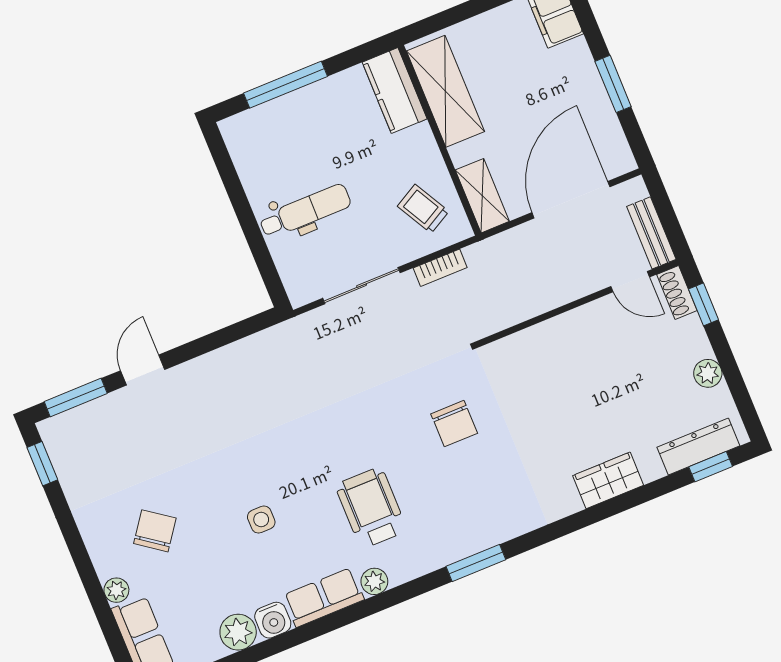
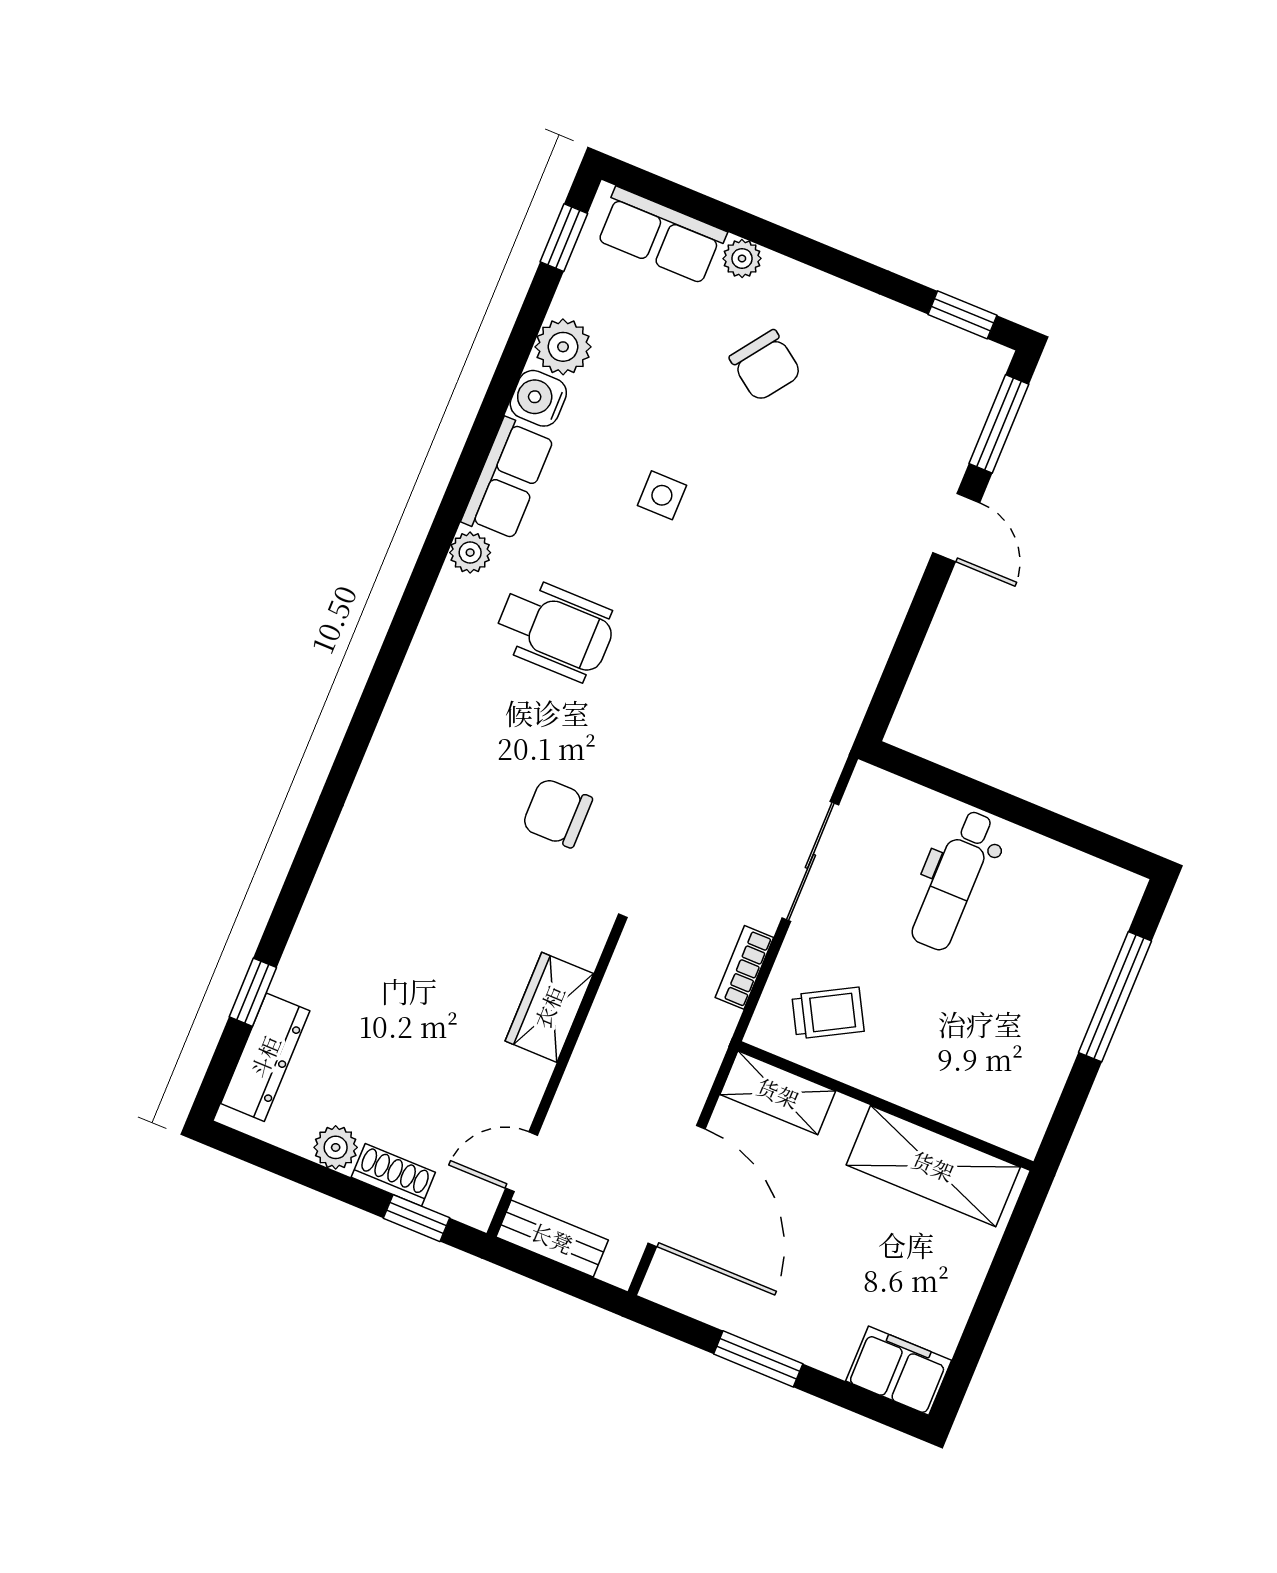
kitchen counter: (395, 91) -> (989, 1111), removed
shoe rack: (677, 293) -> (393, 1175), moved
window: (711, 467) -> (253, 992), moved
wardrobe: (608, 480) -> (549, 1007), moved, turned 180
window: (476, 563) -> (380, 685), removed

